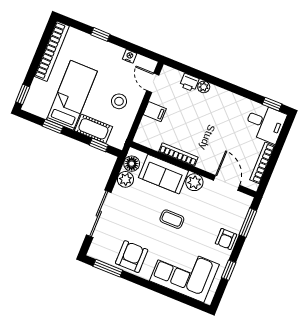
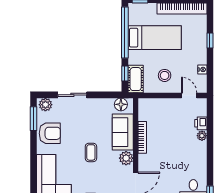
door: (153, 83) -> (189, 95), hinge flipped
filing cabinet: (155, 112) -> (168, 106), removed
window: (53, 126) -> (125, 33), width x3.17
cot: (93, 129) -> (136, 79), moved
plant: (125, 179) -> (45, 105), moved
sliding door: (99, 214) -> (72, 95), width x0.73

